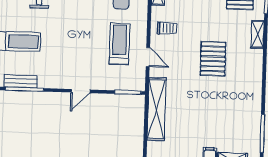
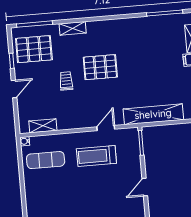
trolley: (167, 28) -> (66, 81), moved
door: (81, 91) -> (145, 187), swing flipped

